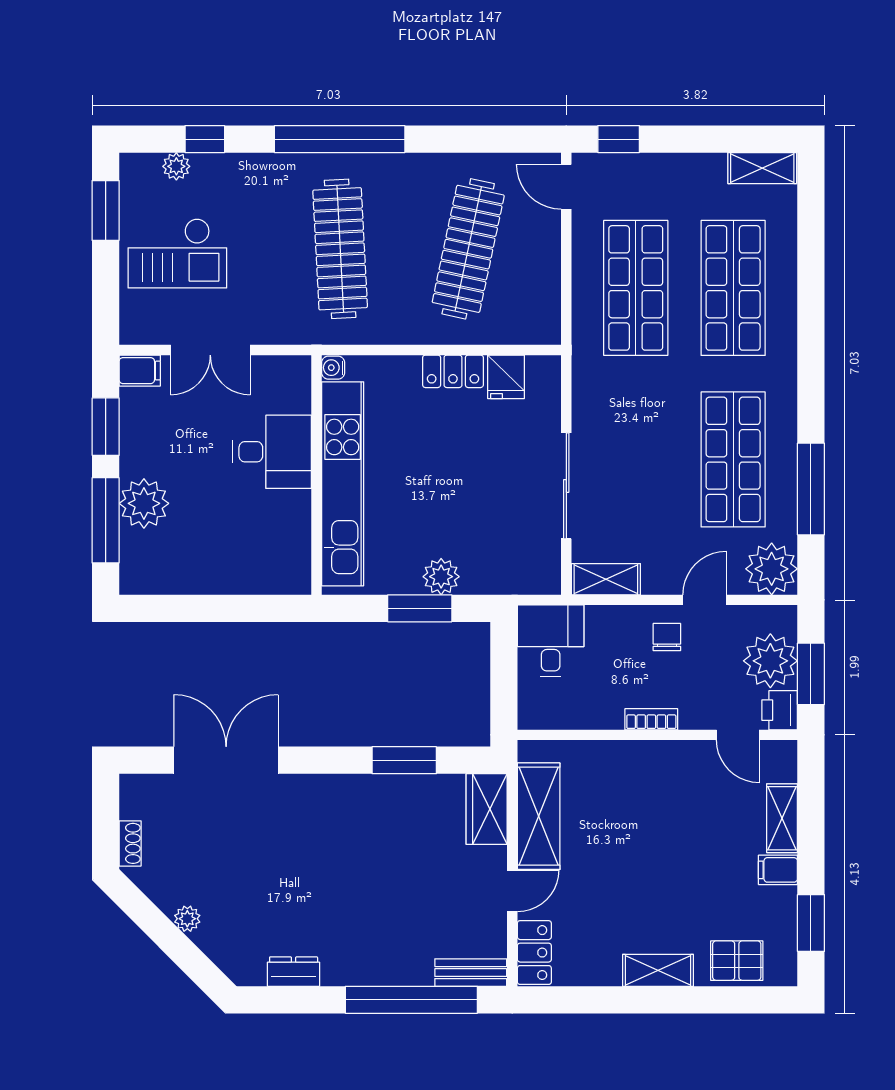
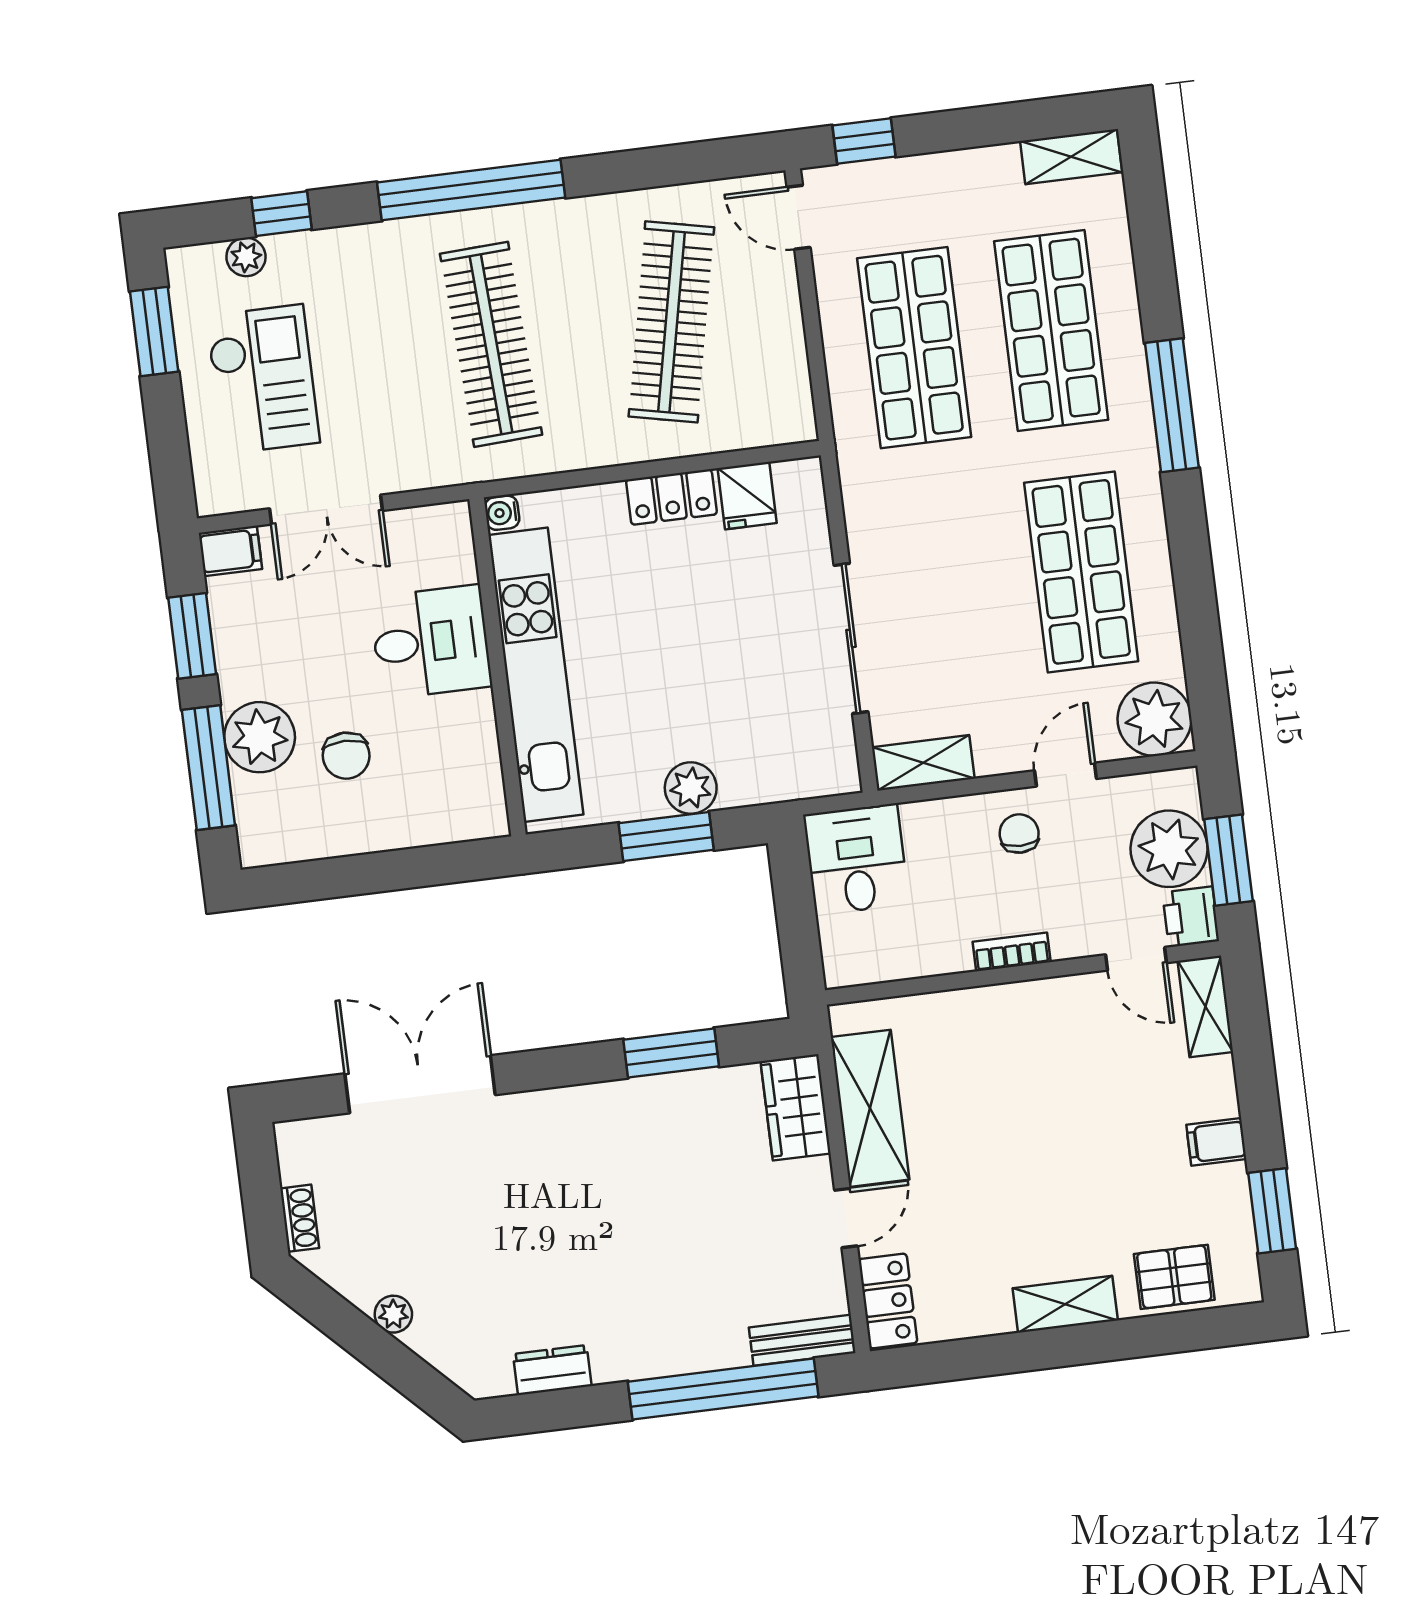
checkout: (177, 253) -> (263, 379), turned -90
window: (811, 489) -> (1172, 405), moved
chair: (203, 524) -> (346, 756), added
shelving: (782, 818) -> (1205, 1006), moved

